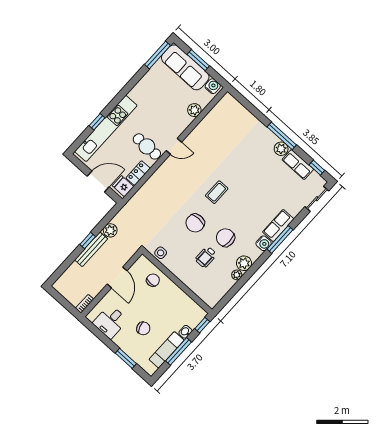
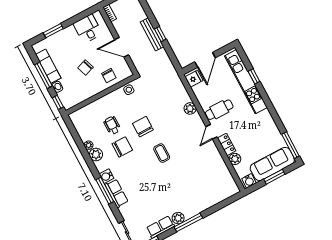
locker: (138, 173) -> (227, 144), moved
plant: (110, 230) -> (190, 108), moved
chair: (143, 328) -> (85, 68), moved

